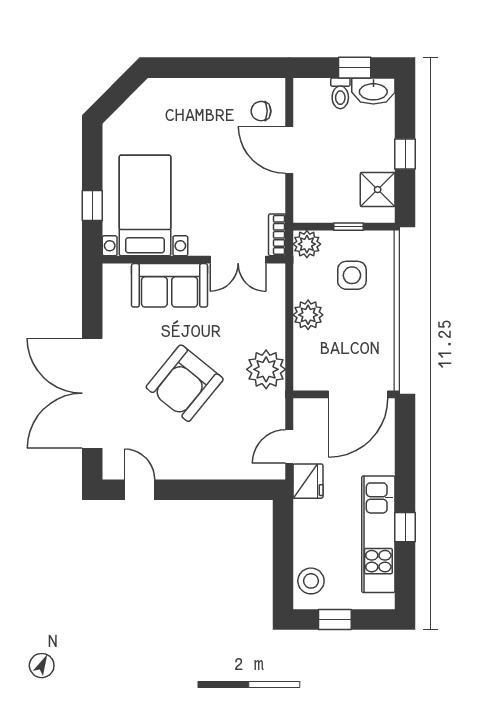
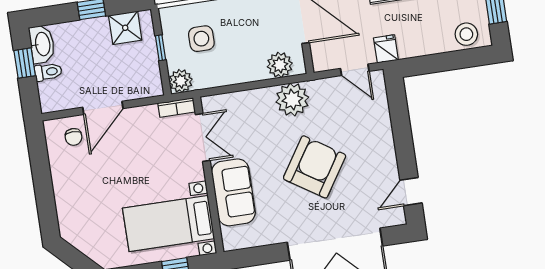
plant: (308, 315) -> (280, 65), moved
armchair: (185, 383) -> (315, 167), turned -96
fridge: (308, 481) -> (386, 49), width x0.72

